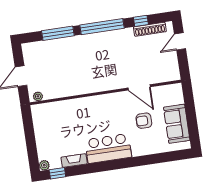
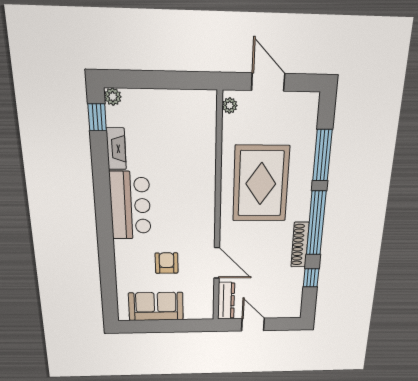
shoe rack: (150, 29) -> (300, 245), moved
door: (180, 41) -> (253, 325), moved
rug: (82, 68) -> (261, 184), added
dresser: (166, 76) -> (226, 301), added
door: (139, 87) -> (217, 263), swing flipped

